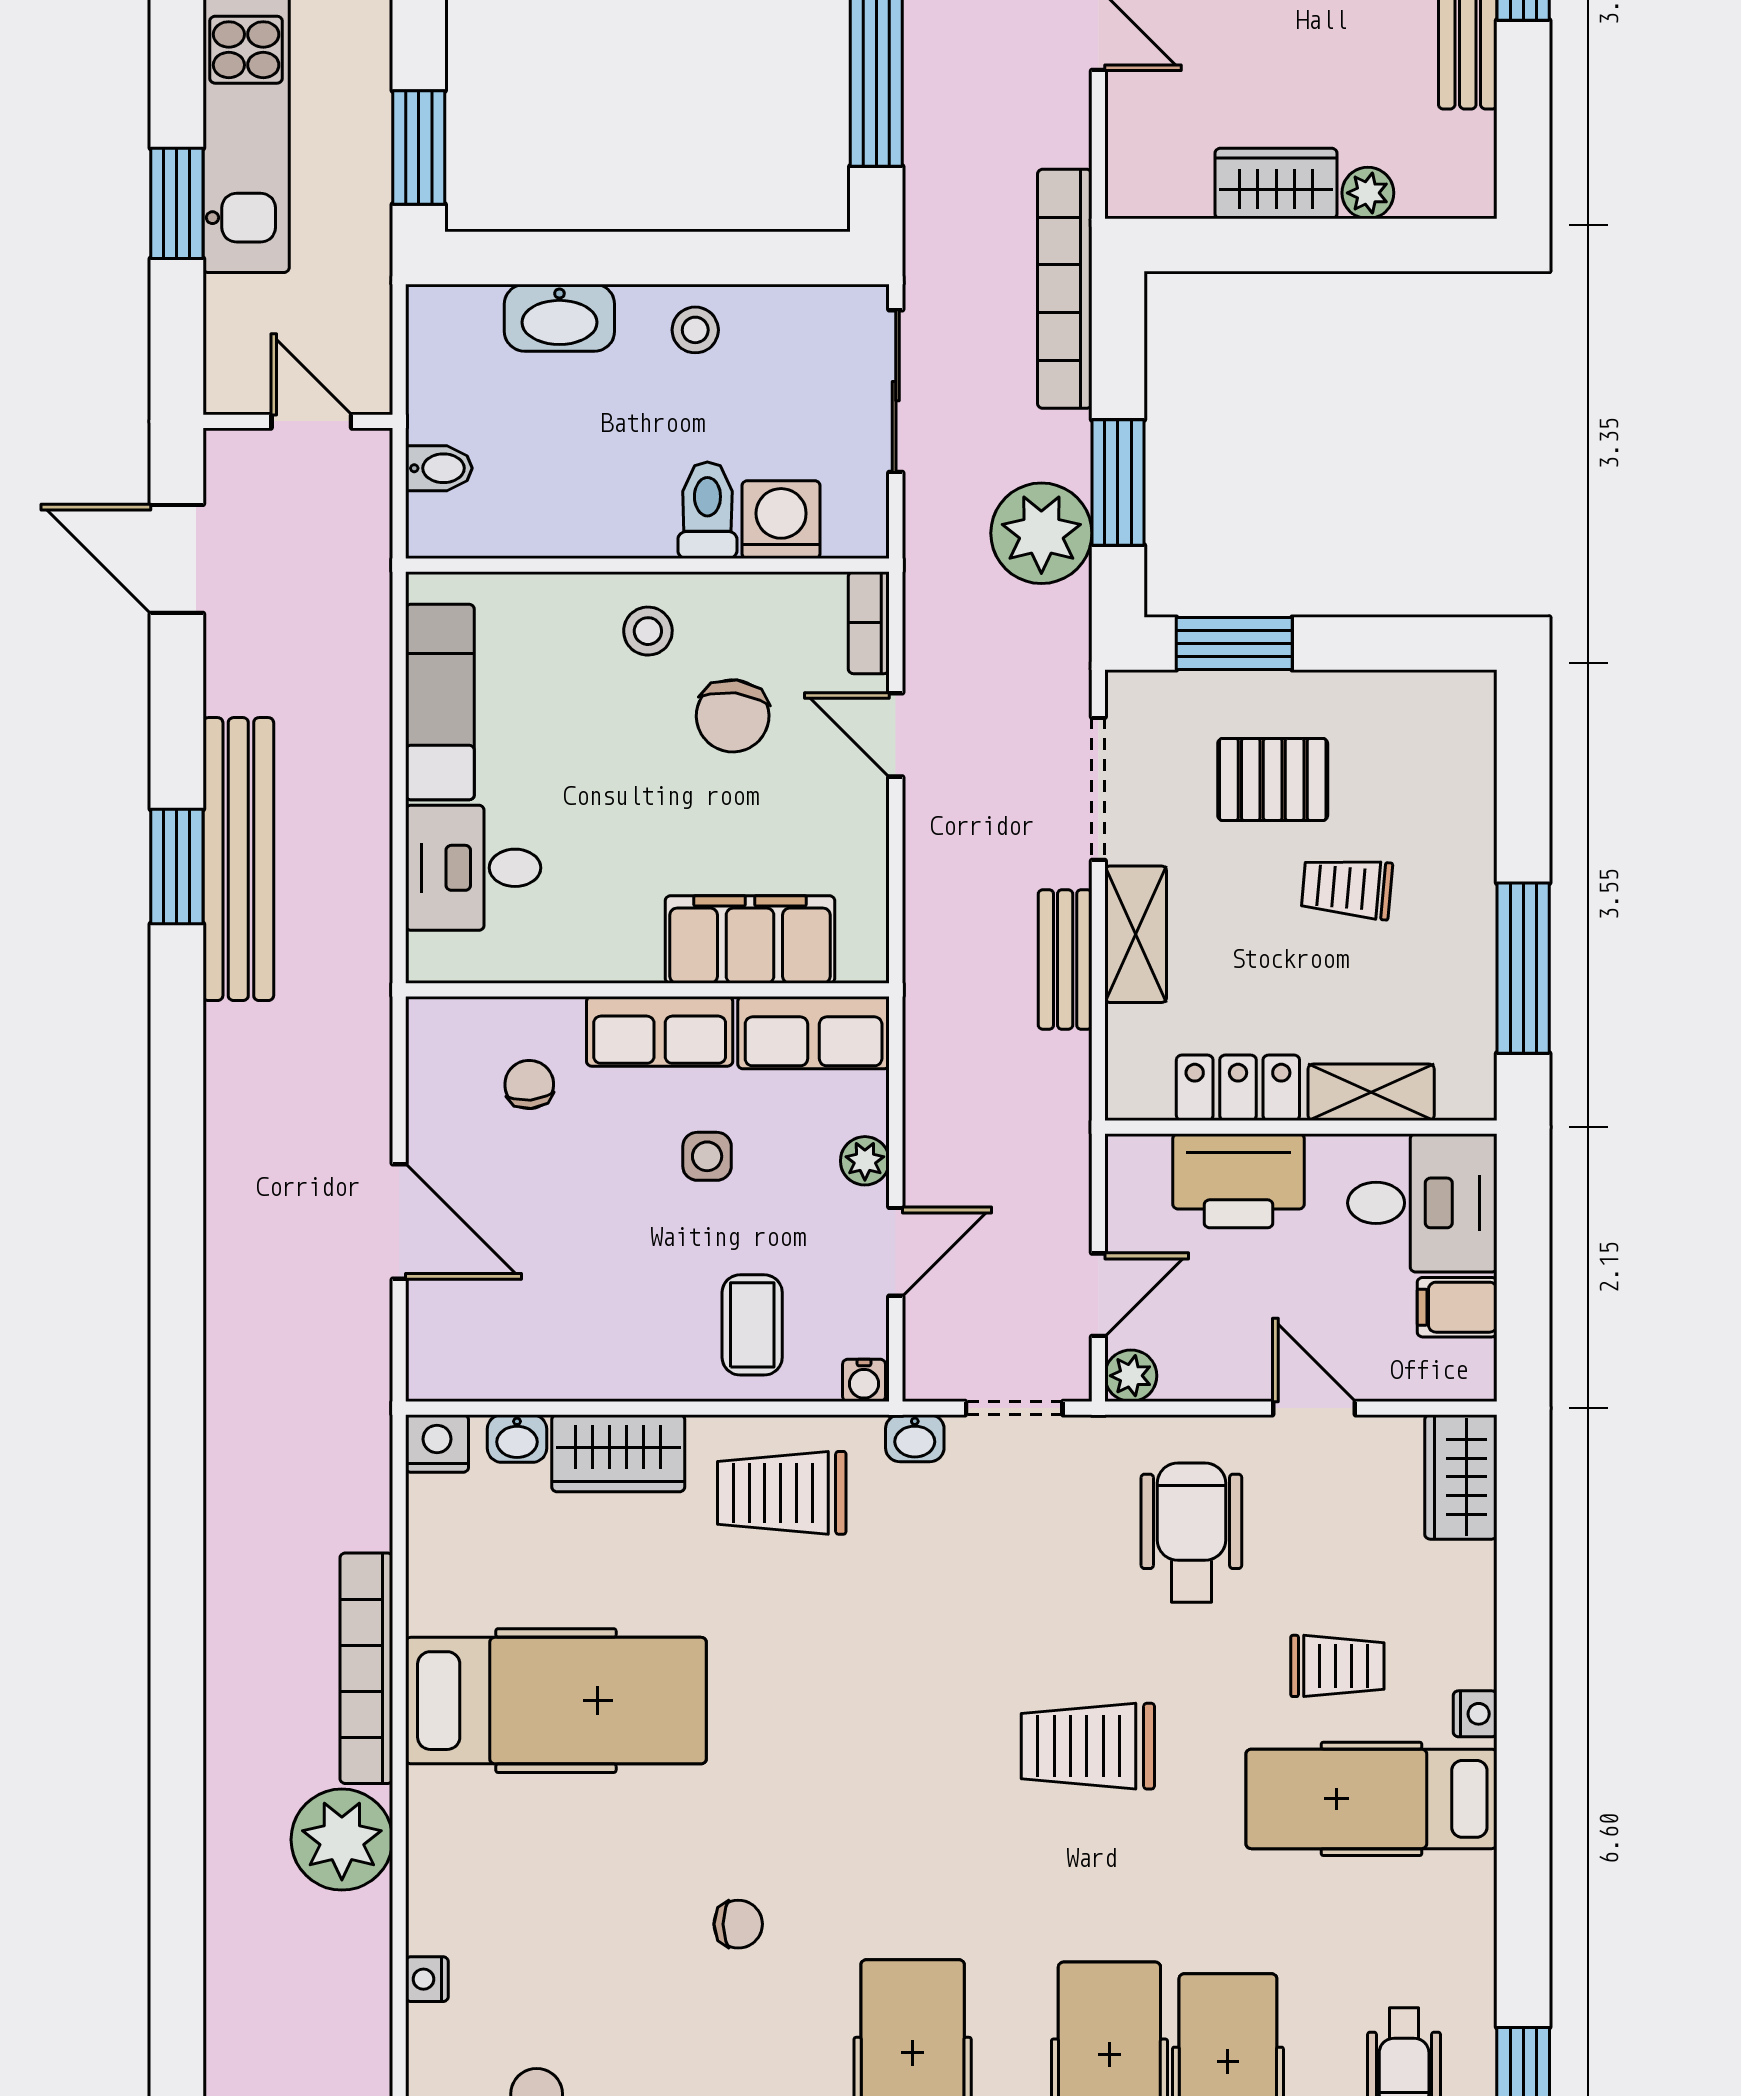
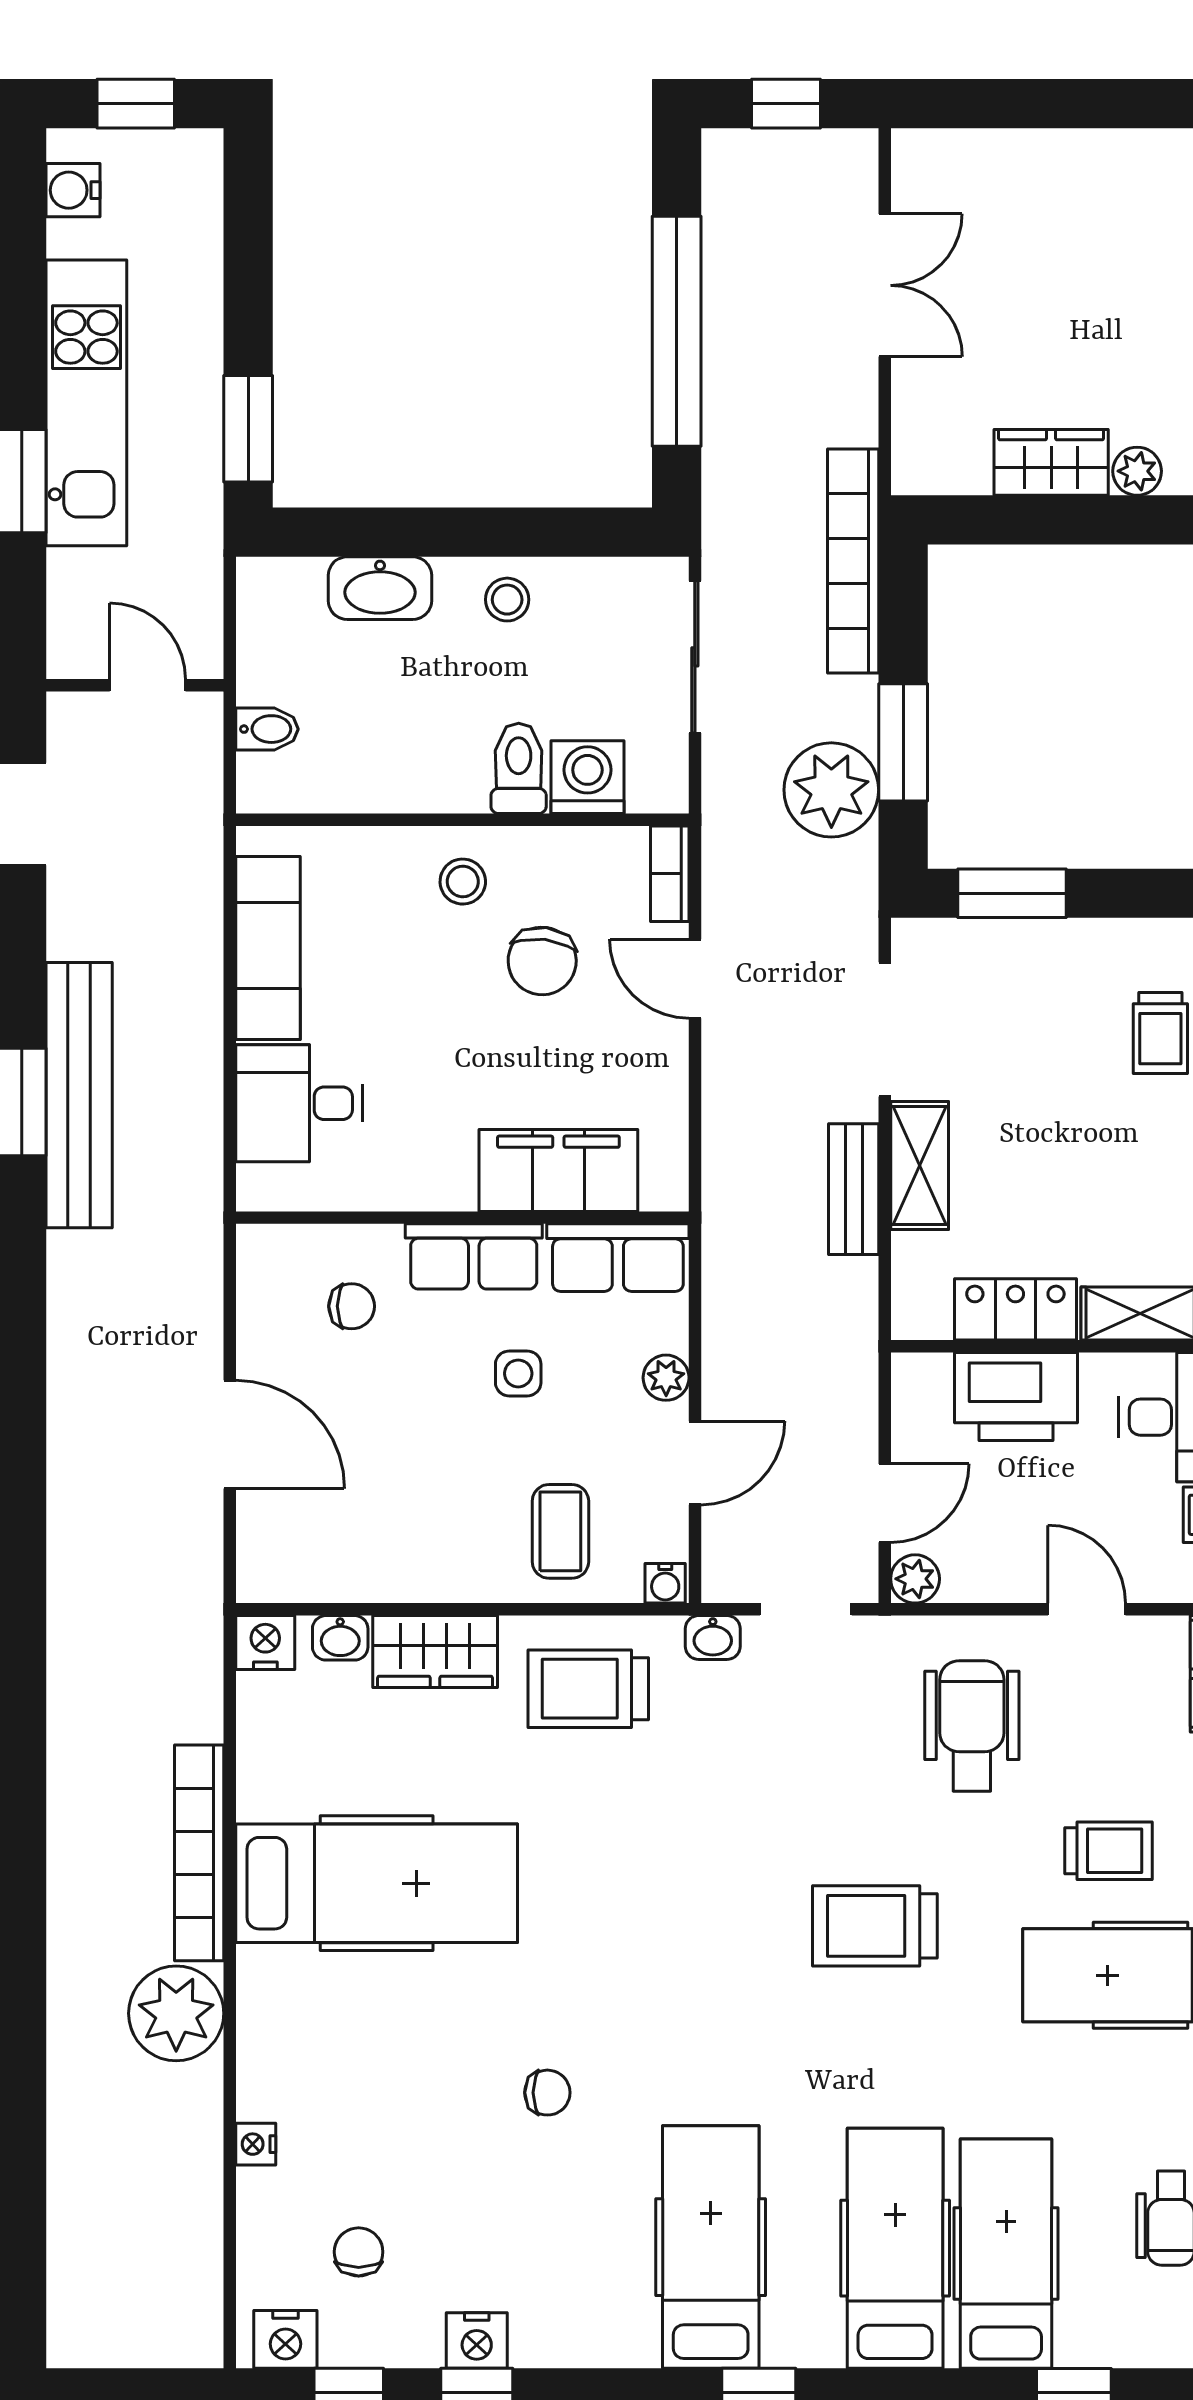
pallet: (1273, 779) -> (1048, 1021), removed
trolley: (1347, 888) -> (1160, 1033), moved, turned -95
chair: (529, 1085) -> (352, 1306), turned 95

